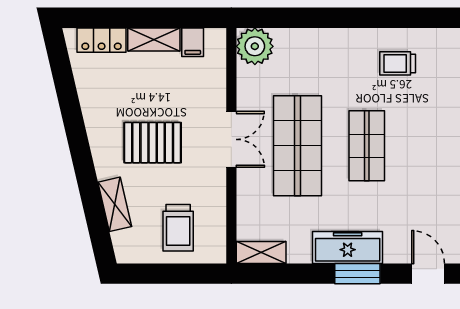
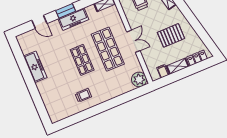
double door: (231, 139) -> (133, 41), swing flipped
pallet: (153, 143) -> (171, 35), moved

